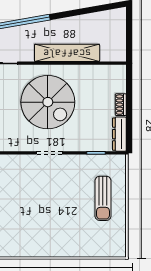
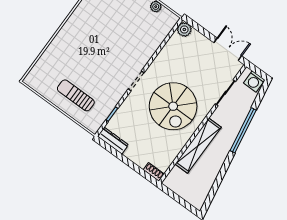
spiral stairs: (48, 102) -> (173, 106), turned -90
shoe rack: (121, 105) -> (154, 172), moved

